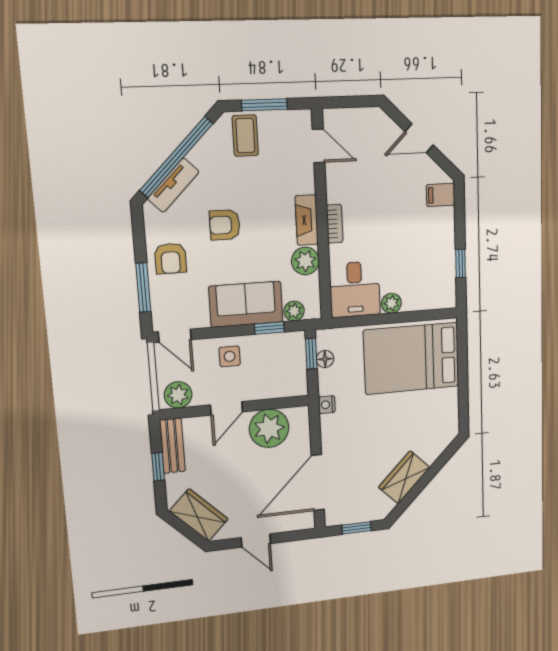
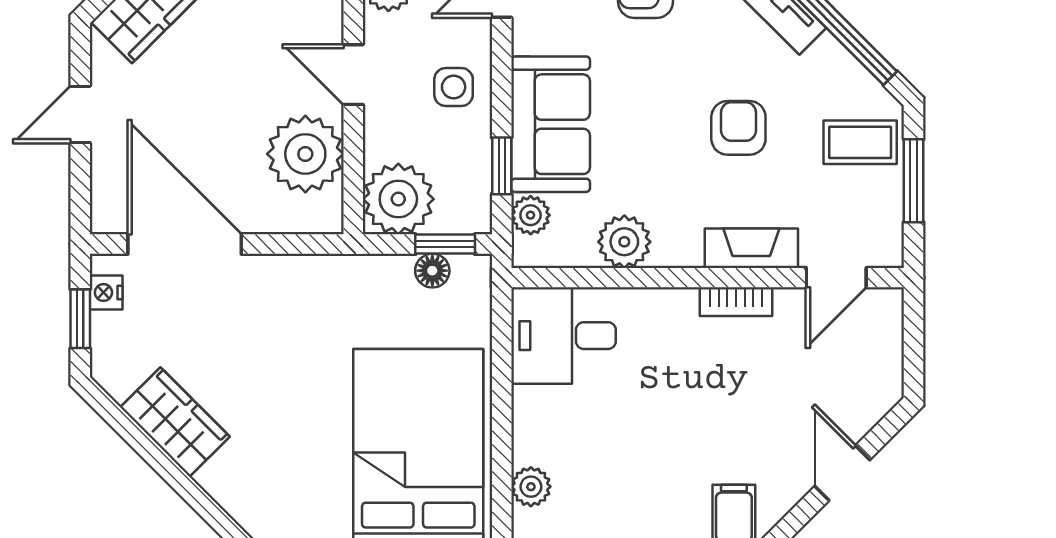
fireplace: (307, 220) -> (751, 248), moved
bookcase: (335, 224) -> (736, 302), moved
armchair: (225, 225) -> (738, 128), moved
plant: (391, 303) -> (531, 487), moved
plant: (289, 379) -> (398, 199), added
nightstand: (327, 405) -> (106, 293), moved, turned -90

